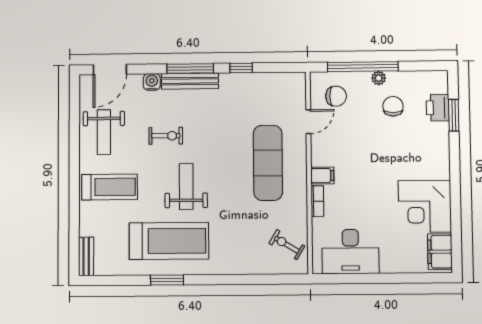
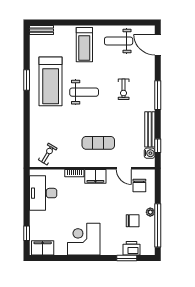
window: (363, 67) -> (158, 225), moved
window: (241, 68) -> (158, 146), moved
bench: (190, 81) -> (150, 129), moved
water cooler: (152, 82) -> (150, 153), moved
exercise bike: (166, 136) -> (124, 89), moved
exercise mat: (268, 163) -> (98, 143), width x0.73, depth x0.69
filing cabinet: (322, 176) -> (95, 176), width x2.00
corner desk: (425, 206) -> (84, 239), moved
window: (416, 278) -> (27, 233), added

